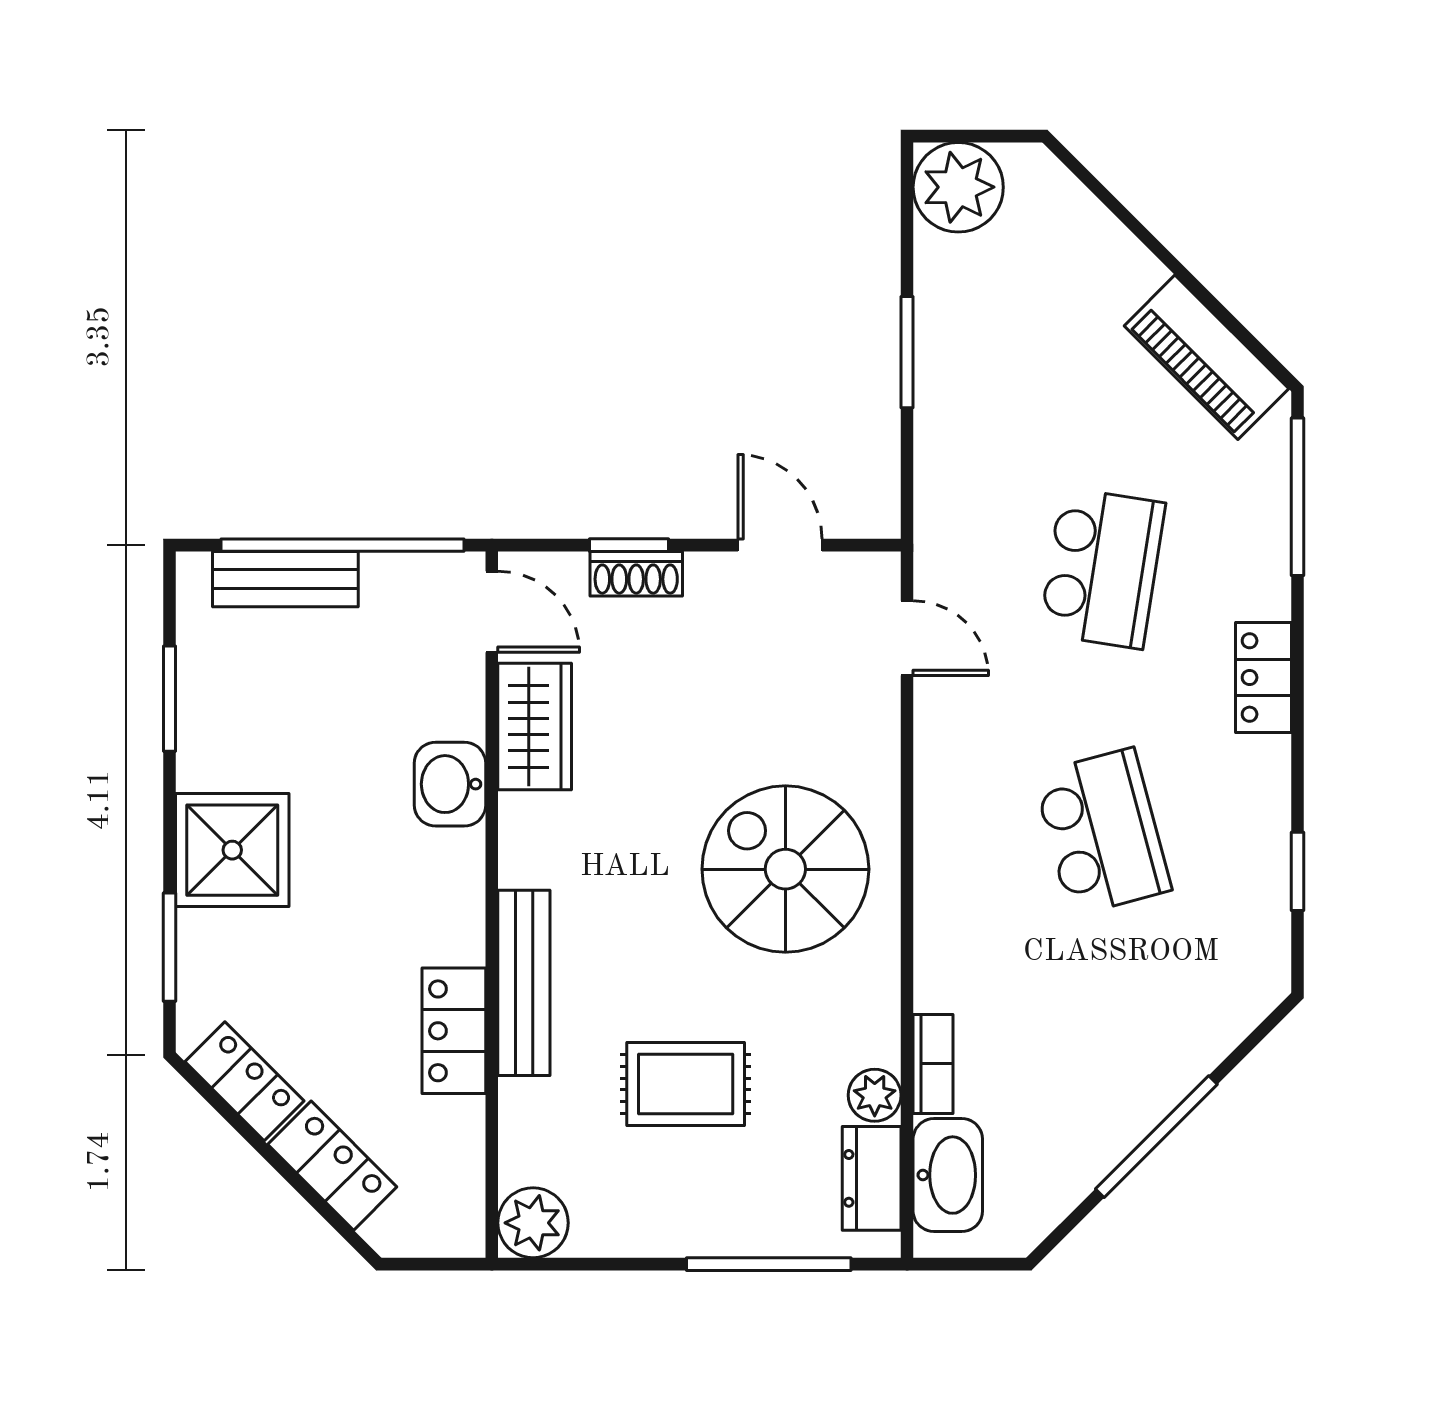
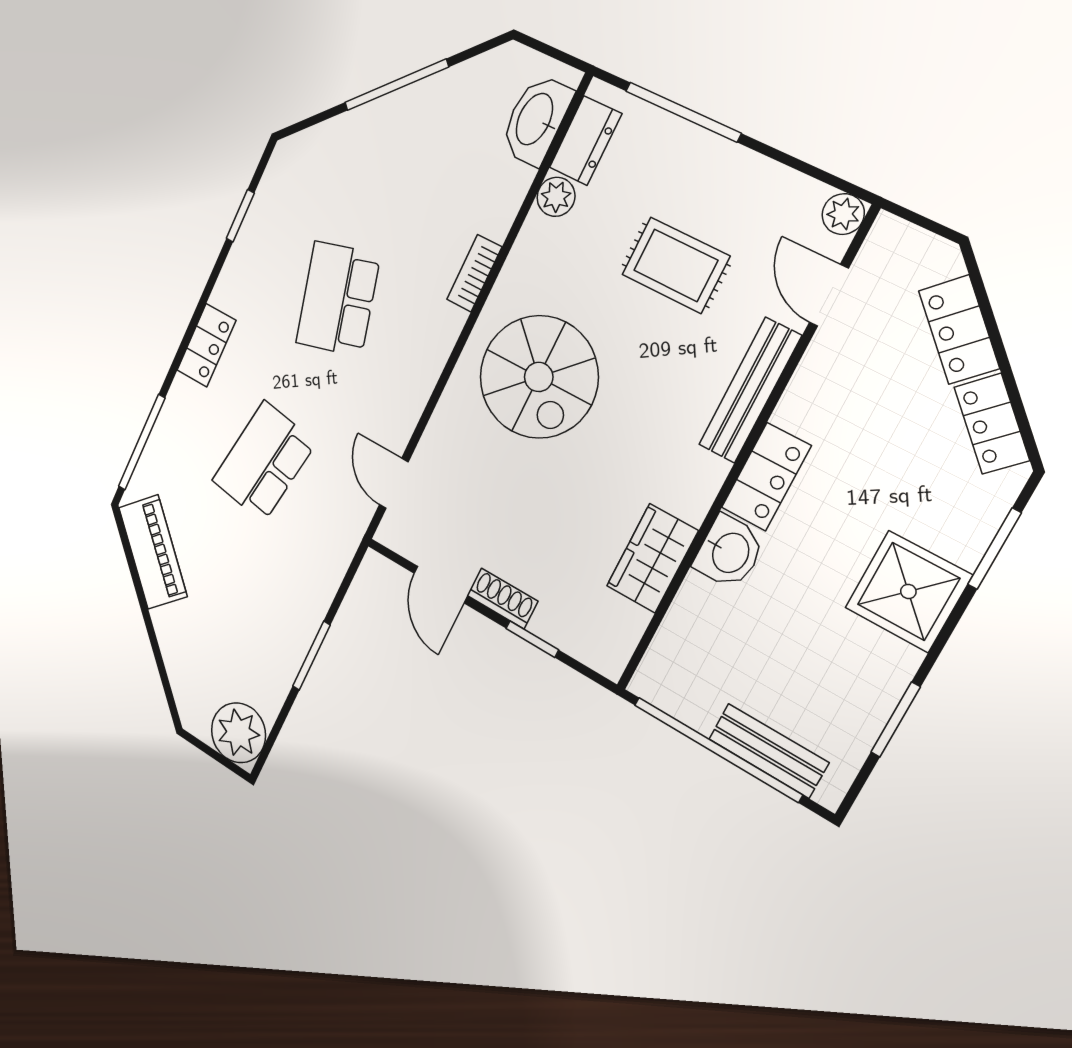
shoe rack: (636, 574) -> (503, 598), moved
door: (492, 612) -> (829, 295), moved
locker: (454, 1031) -> (766, 477), moved
bookcase: (933, 1064) -> (474, 273), moved
plant: (533, 1223) -> (843, 214), width x0.73, depth x0.73

